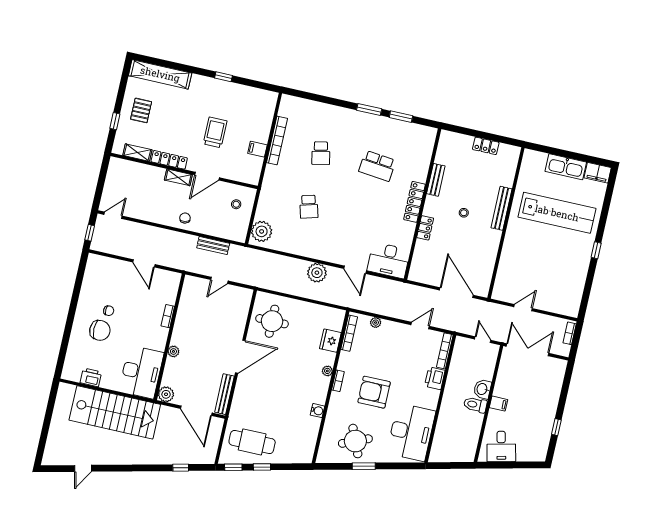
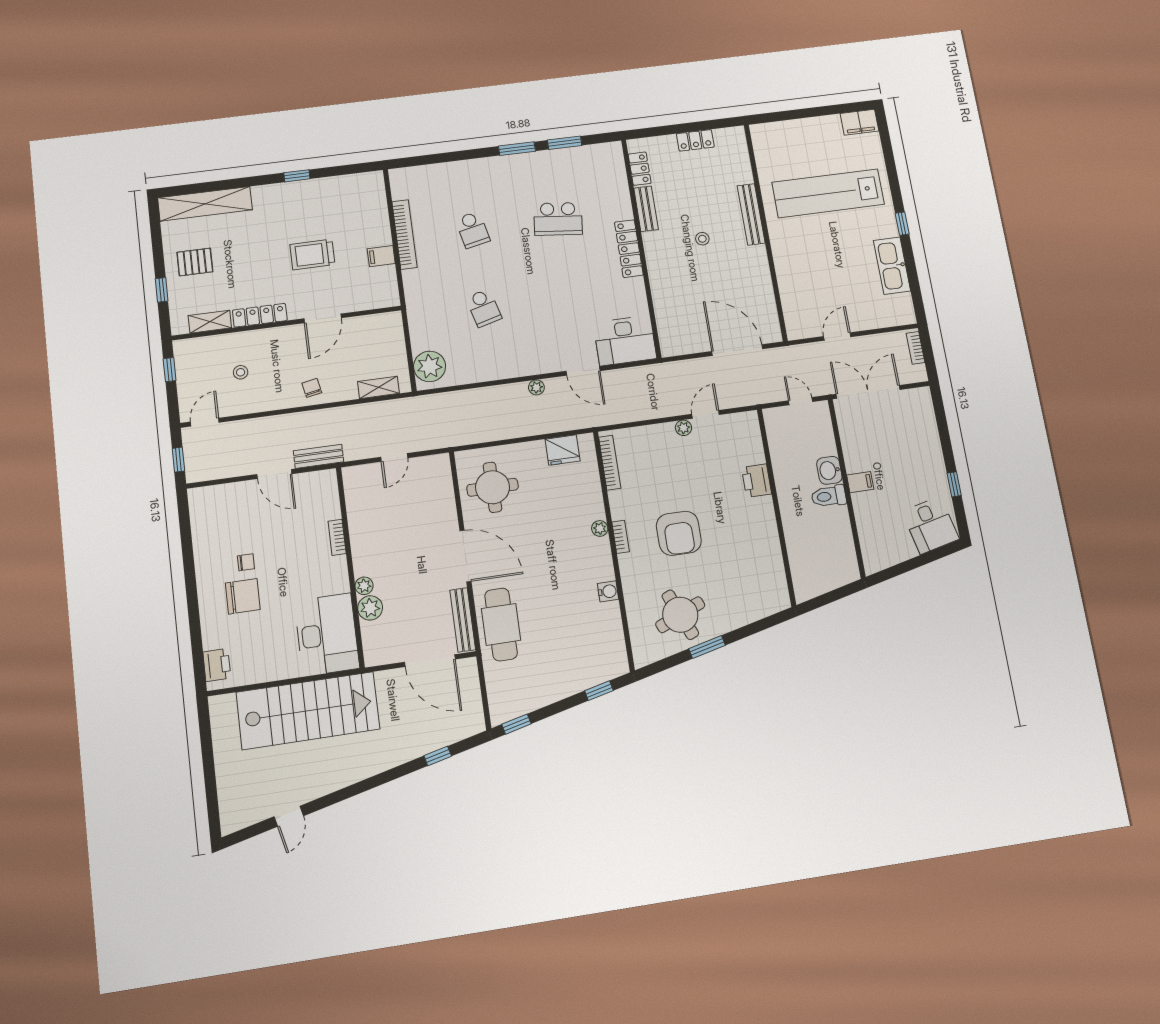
pallet: (141, 110) -> (195, 262), turned 90
trolley: (215, 132) -> (312, 255), turned -90
kitchen sink: (566, 167) -> (892, 266), moved, turned 90
window: (103, 174) -> (170, 370), added
shelving: (178, 177) -> (378, 387), moved
stool: (236, 204) -> (241, 372), moved
lab bench: (557, 213) -> (828, 193), turned 180
locker: (425, 228) -> (640, 169), moved
bench: (213, 246) -> (319, 456), moved
plant: (317, 273) -> (536, 387), width x0.53, depth x0.53
plant: (376, 323) -> (683, 428), moved
fridge: (330, 341) -> (563, 450), moved, turned -90
bookcase: (445, 351) -> (755, 437), removed
door: (240, 357) -> (465, 556), hinge flipped
printer: (91, 377) -> (217, 665), moved, turned 90
armchair: (374, 392) -> (679, 533), turned -90
plant: (166, 394) -> (370, 608), moved
desk: (411, 432) -> (755, 571), removed
cafe table: (252, 442) -> (501, 624), moved, turned 90
desk: (501, 446) -> (930, 525), moved
window: (262, 467) -> (599, 691), moved

